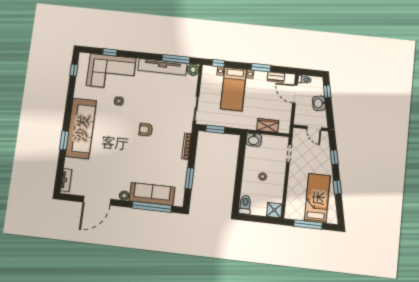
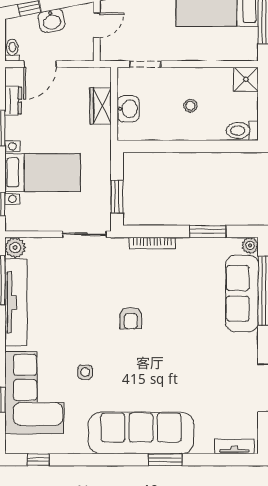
washbasin: (254, 140) -> (128, 109), moved
plant: (124, 196) -> (250, 245), moved

